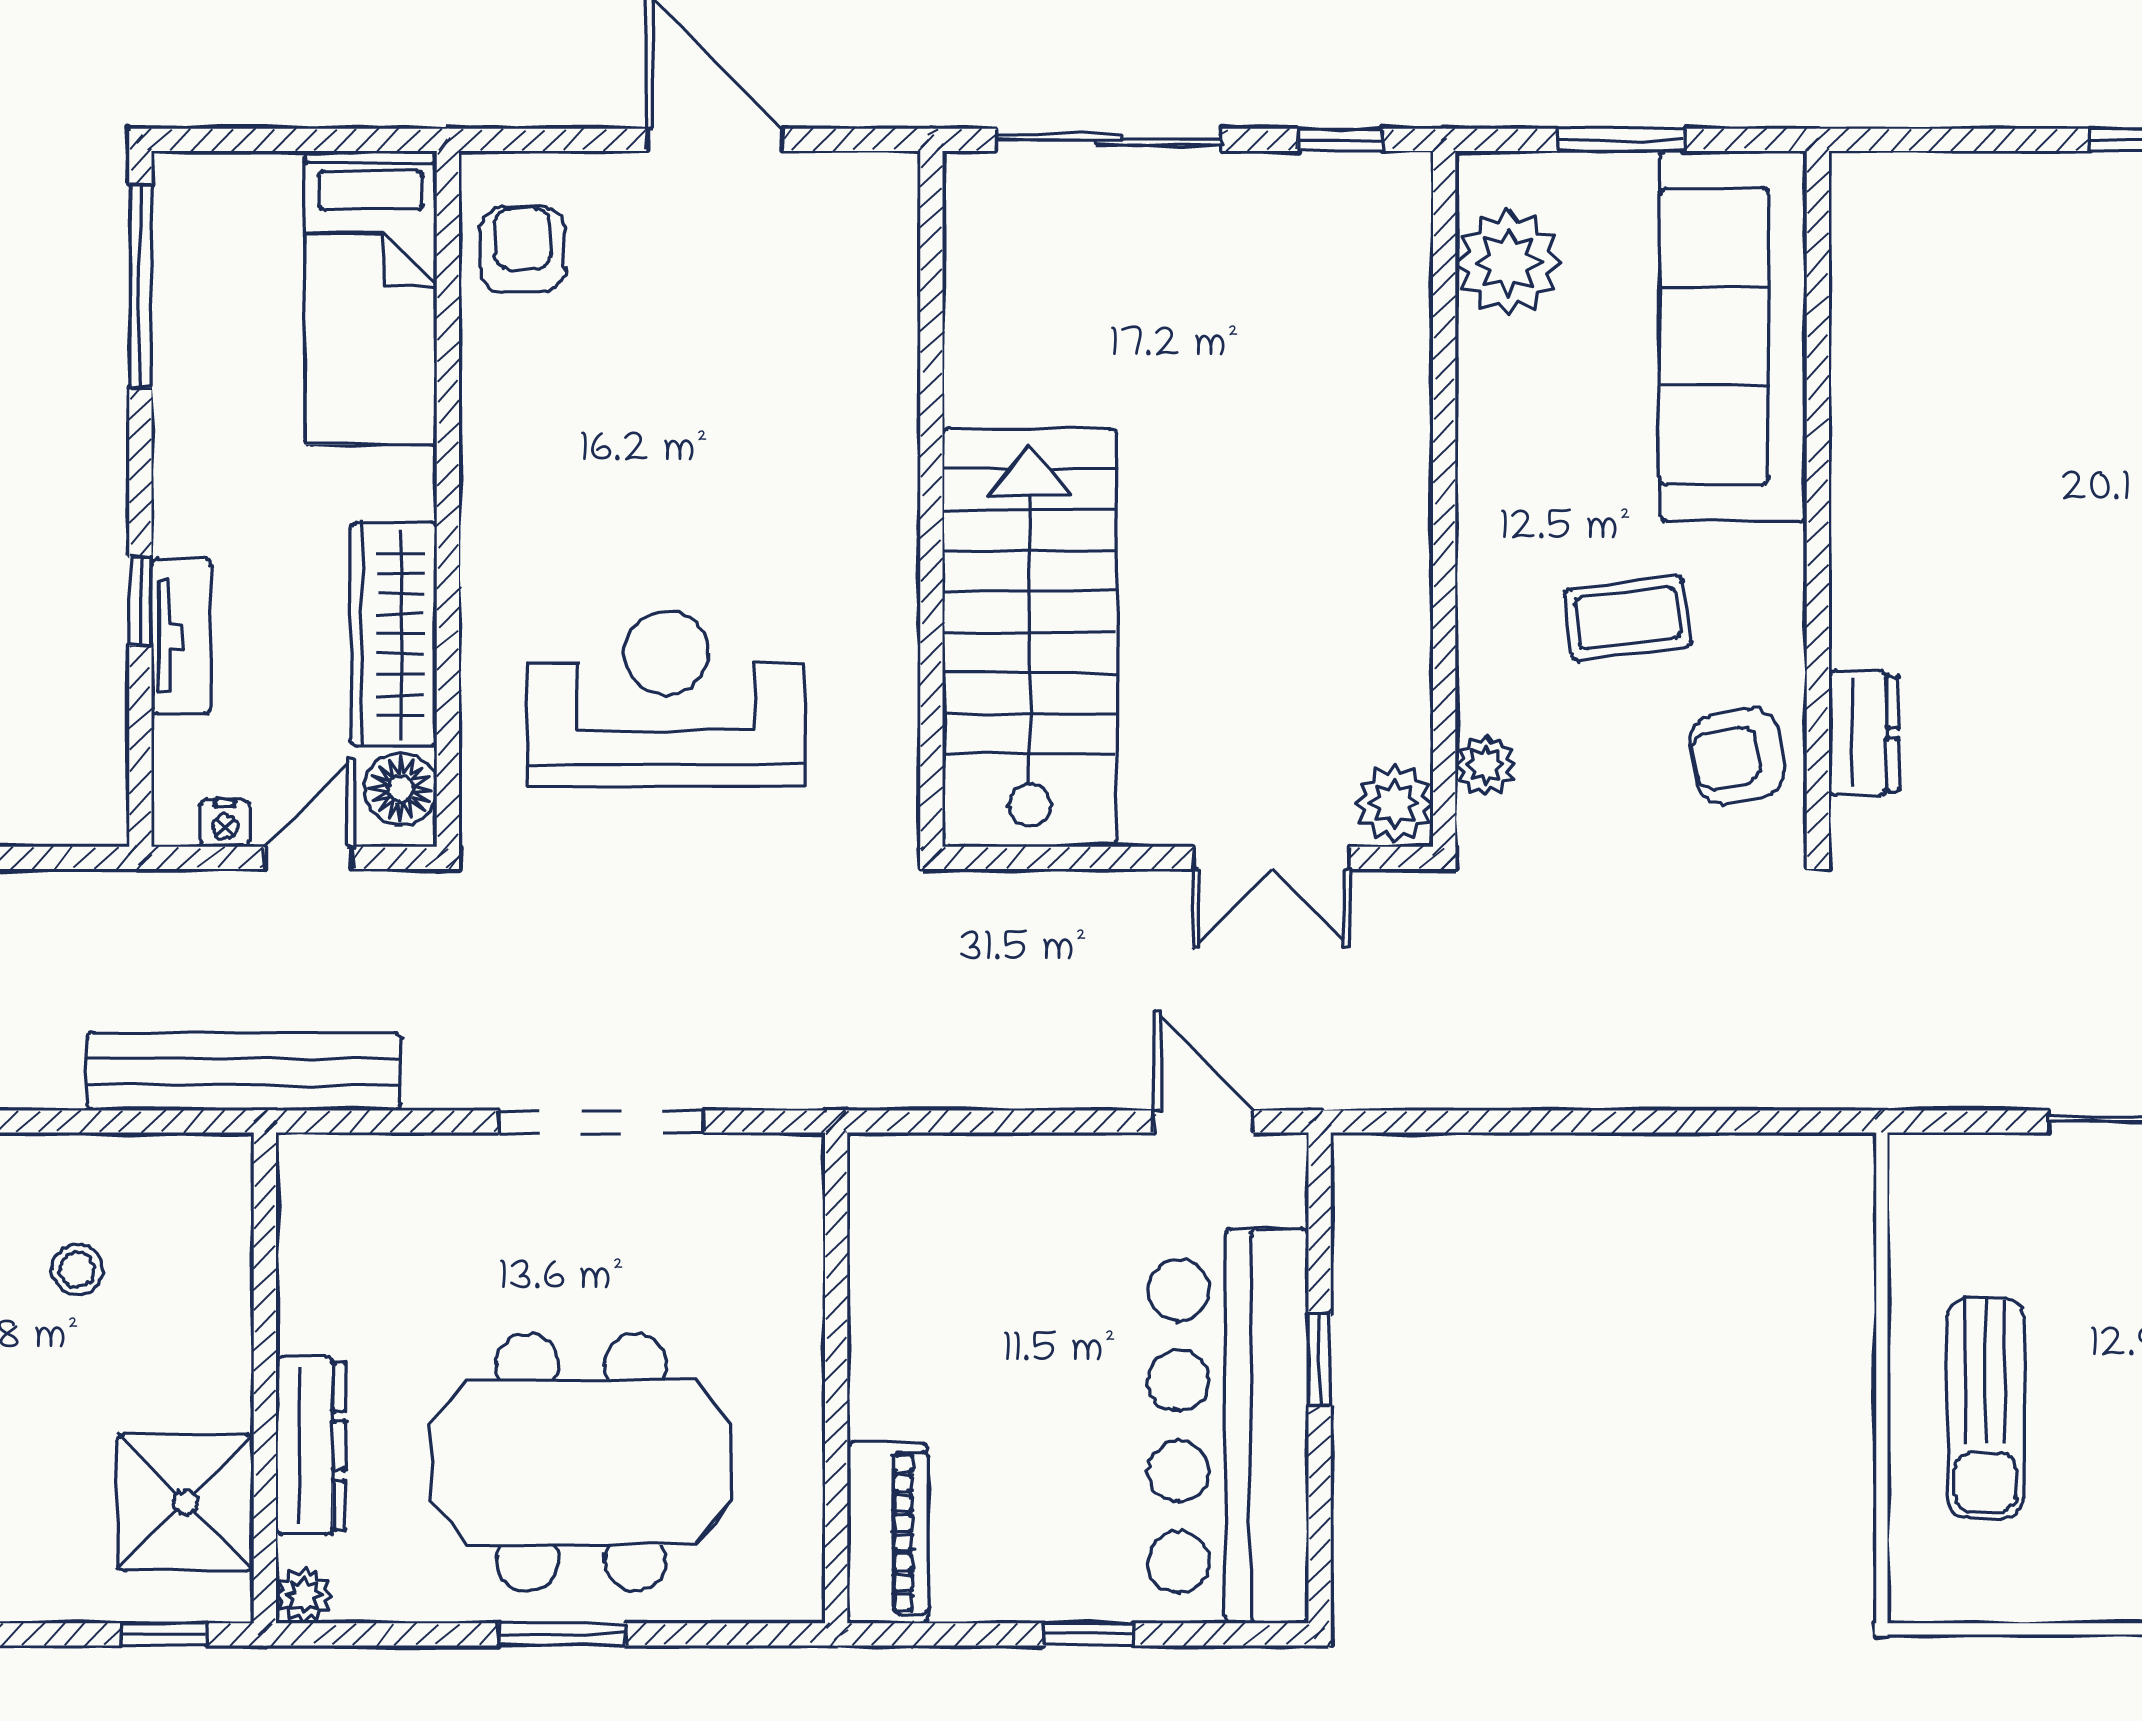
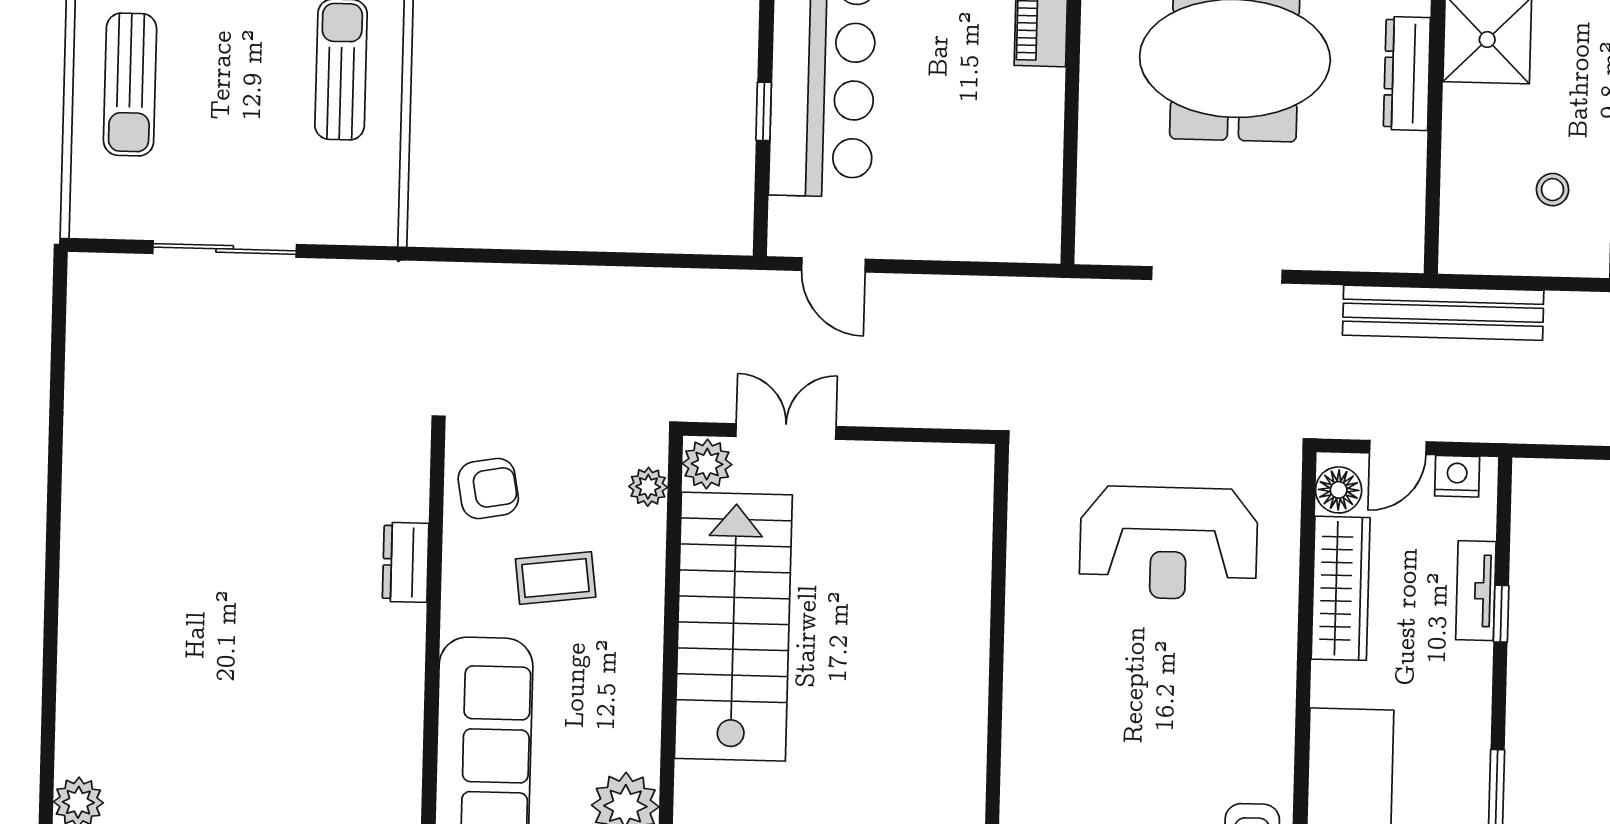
stairs: (1030, 637) -> (733, 627), moved, turned 180
dresser: (1864, 733) -> (406, 562), moved
nightstand: (225, 823) -> (1457, 476), width x1.39, depth x1.35

